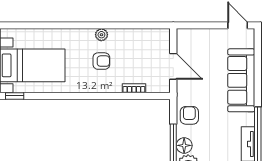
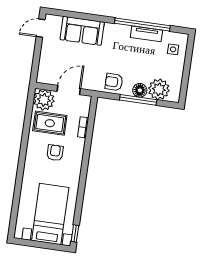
plant: (101, 35) -> (44, 100), moved, width x1.87, depth x1.87
rug: (133, 51) -> (50, 123), added
sofa: (241, 80) -> (82, 31), width x0.73

